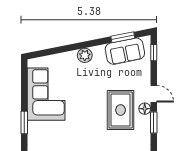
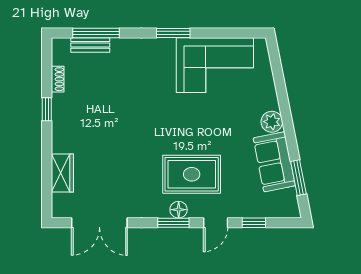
sofa: (125, 51) -> (274, 162), moved
window: (154, 53) -> (254, 223), moved
floor lamp: (145, 109) -> (179, 210), moved

